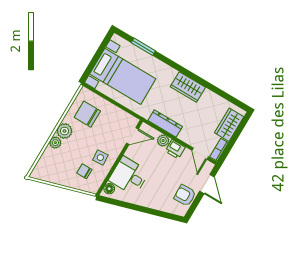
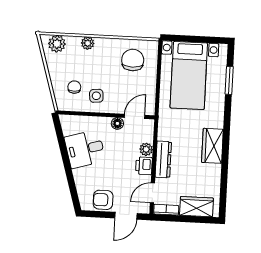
dresser: (165, 124) -> (163, 159), moved
plant: (64, 131) -> (57, 44), moved
door: (132, 136) -> (135, 116), swing flipped
desk: (129, 176) -> (85, 149), moved, turned -107
floor lamp: (109, 189) -> (117, 123), moved
armchair: (185, 195) -> (103, 200), turned -88

